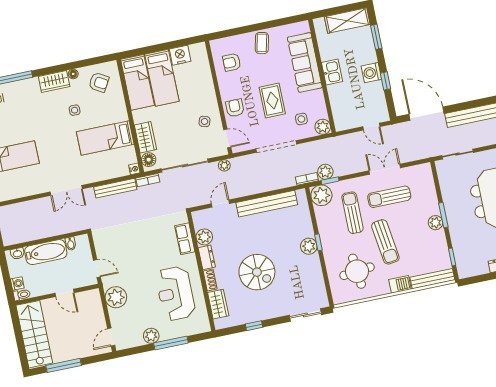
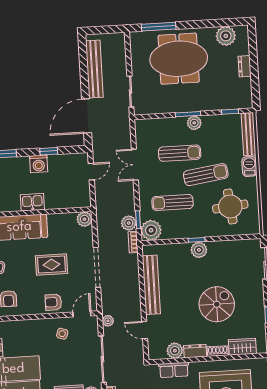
side table: (301, 119) -> (74, 239), removed
sun lounger: (389, 197) -> (180, 153), moved, turned -90

